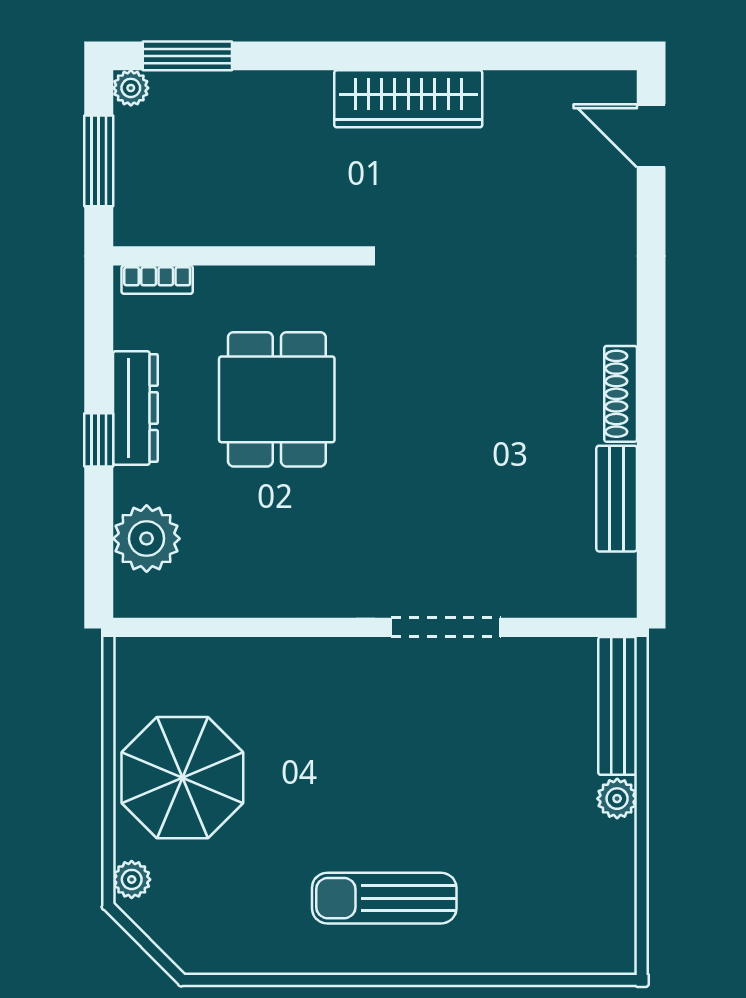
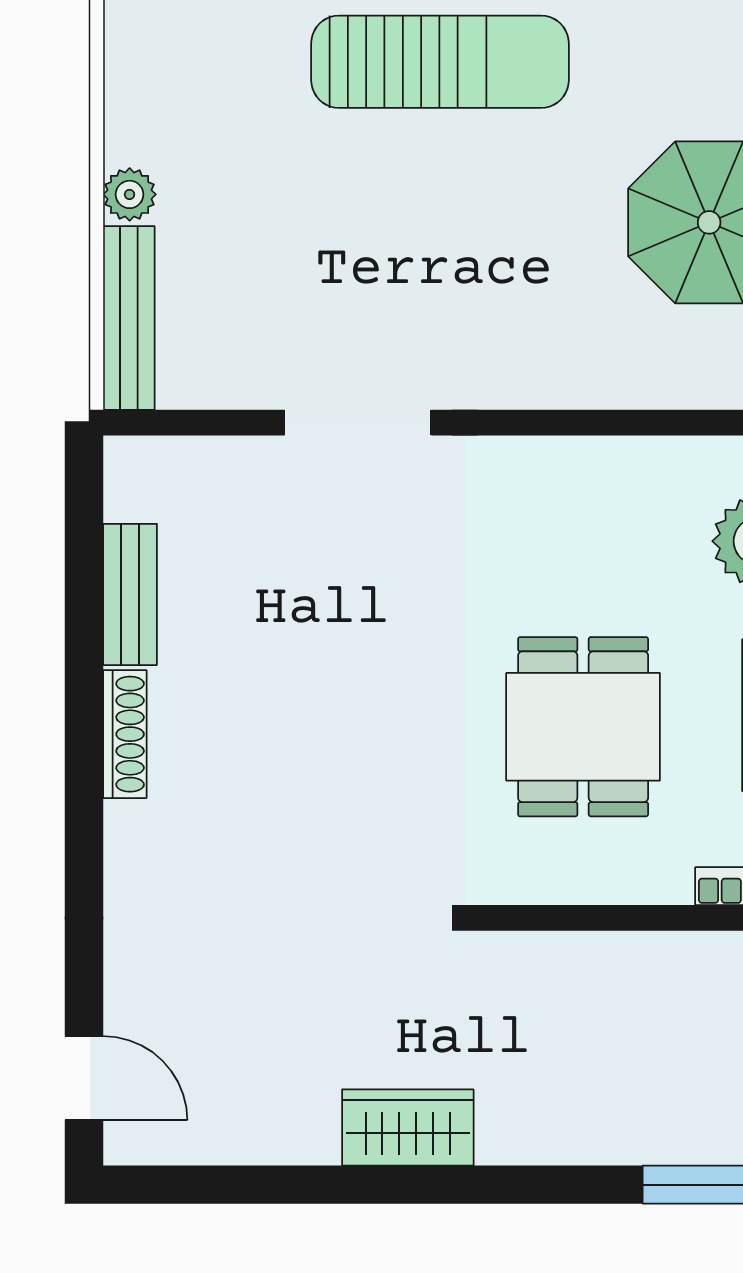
wardrobe: (408, 99) -> (408, 1127), width x0.67
sun lounger: (384, 898) -> (440, 62), width x1.36, depth x1.34

